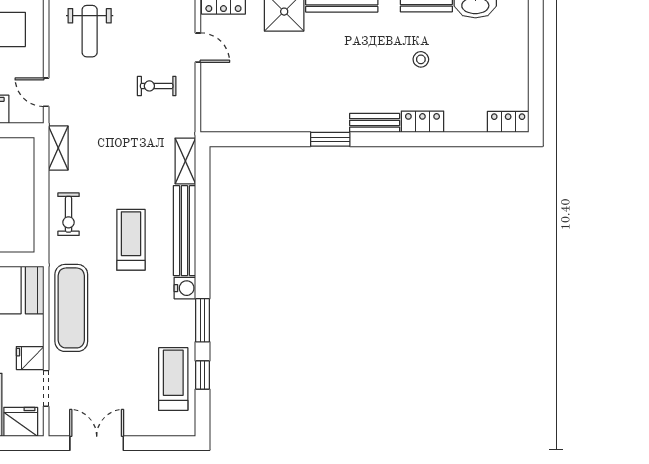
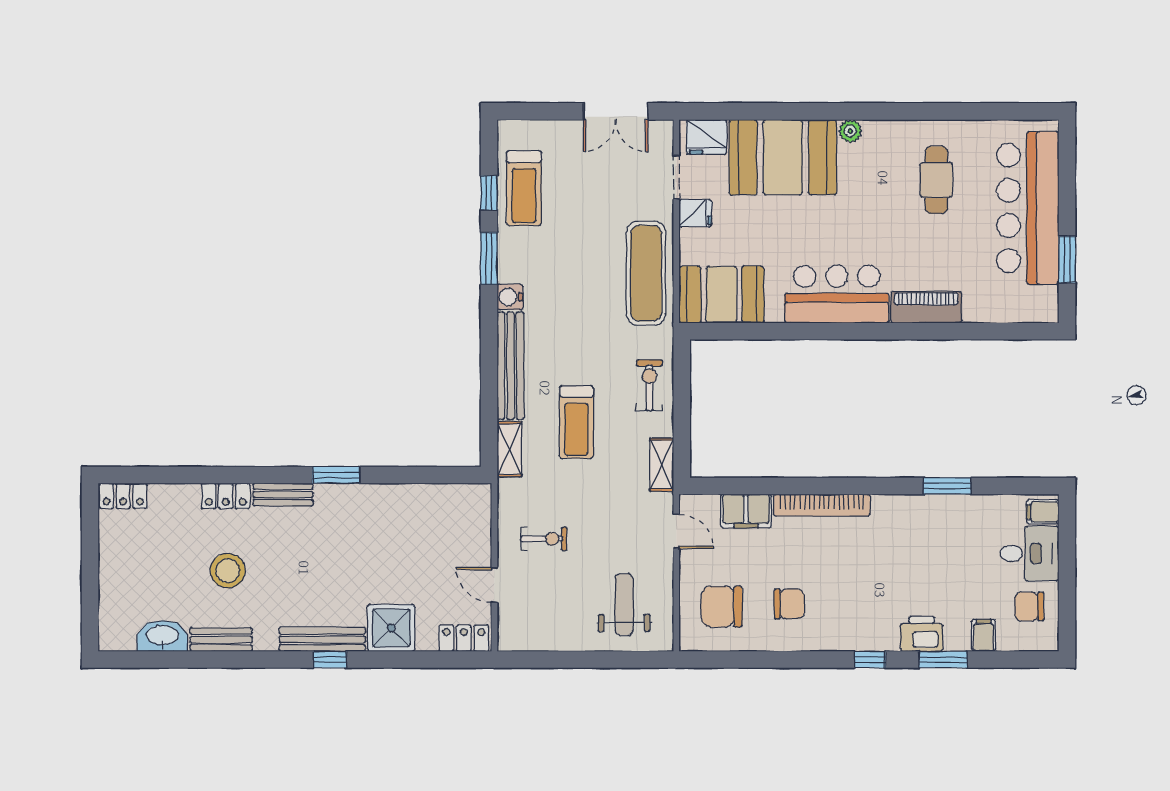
stool: (421, 59) -> (228, 571), width x1.89, depth x1.89
treadmill: (131, 240) -> (576, 422), moved

